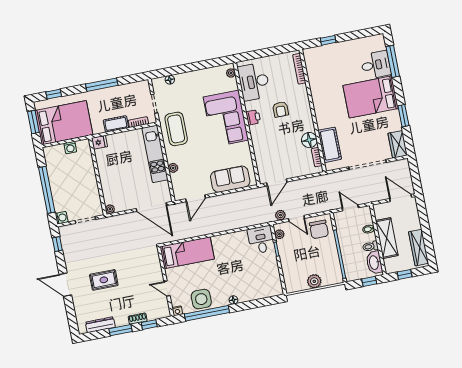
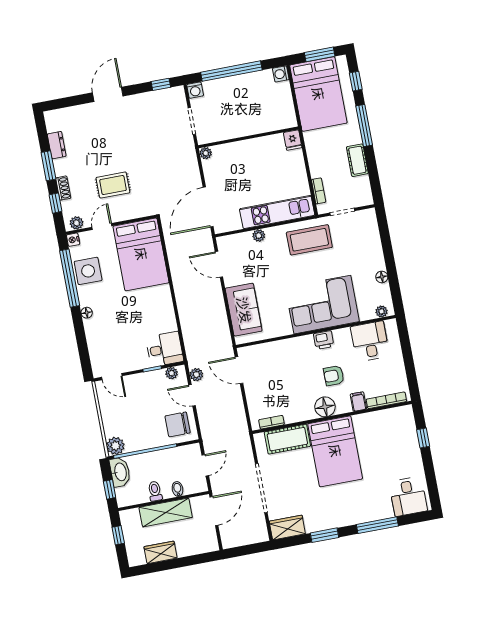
window: (393, 61) -> (377, 525), moved
desk: (376, 65) -> (408, 496), moved
floor lamp: (170, 80) -> (382, 277), moved
desk: (254, 82) -> (370, 341), width x0.73
window: (102, 85) -> (364, 126), moved
filing cabinet: (300, 90) -> (358, 402), added
bed: (371, 97) -> (335, 451), moved, turned 180
cot: (116, 124) -> (357, 160), moved
floor lamp: (309, 140) -> (325, 407), moved
washing machine: (70, 148) -> (281, 74), moved
door: (401, 198) -> (214, 511), moved
door: (296, 218) -> (192, 395), hinge flipped
wardrobe: (419, 248) -> (161, 552), width x0.67
bed: (187, 253) -> (141, 254), width x1.50
washbasin: (374, 262) -> (120, 472), moved, turned 90
rug: (104, 280) -> (113, 185), moved, turned 90
door: (282, 280) -> (112, 377), added
plant: (314, 281) -> (115, 446), moved
plant: (164, 308) -> (76, 223), added
dresser: (100, 325) -> (57, 145), width x0.70

